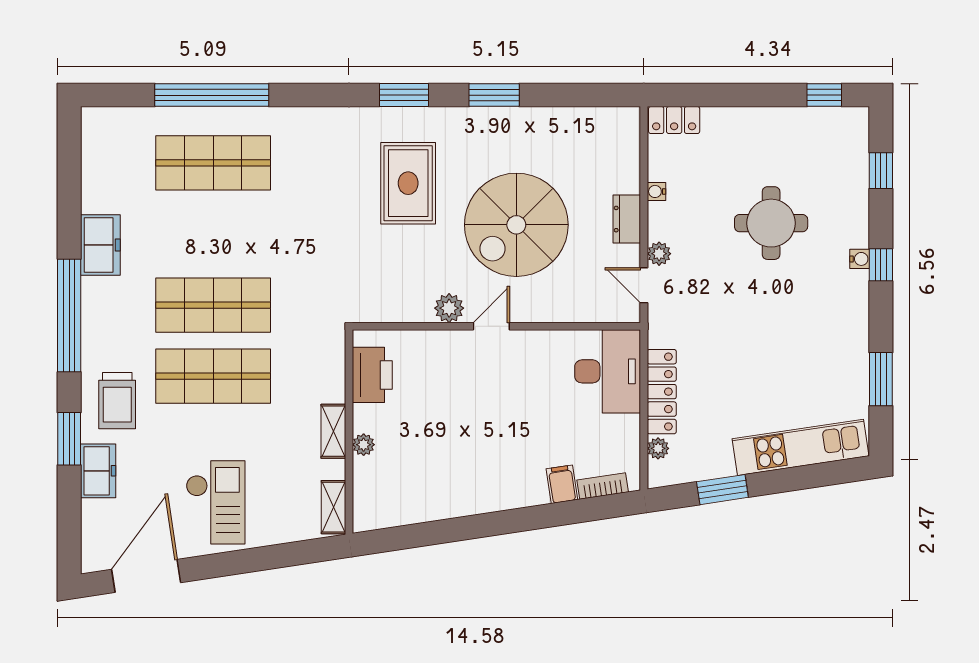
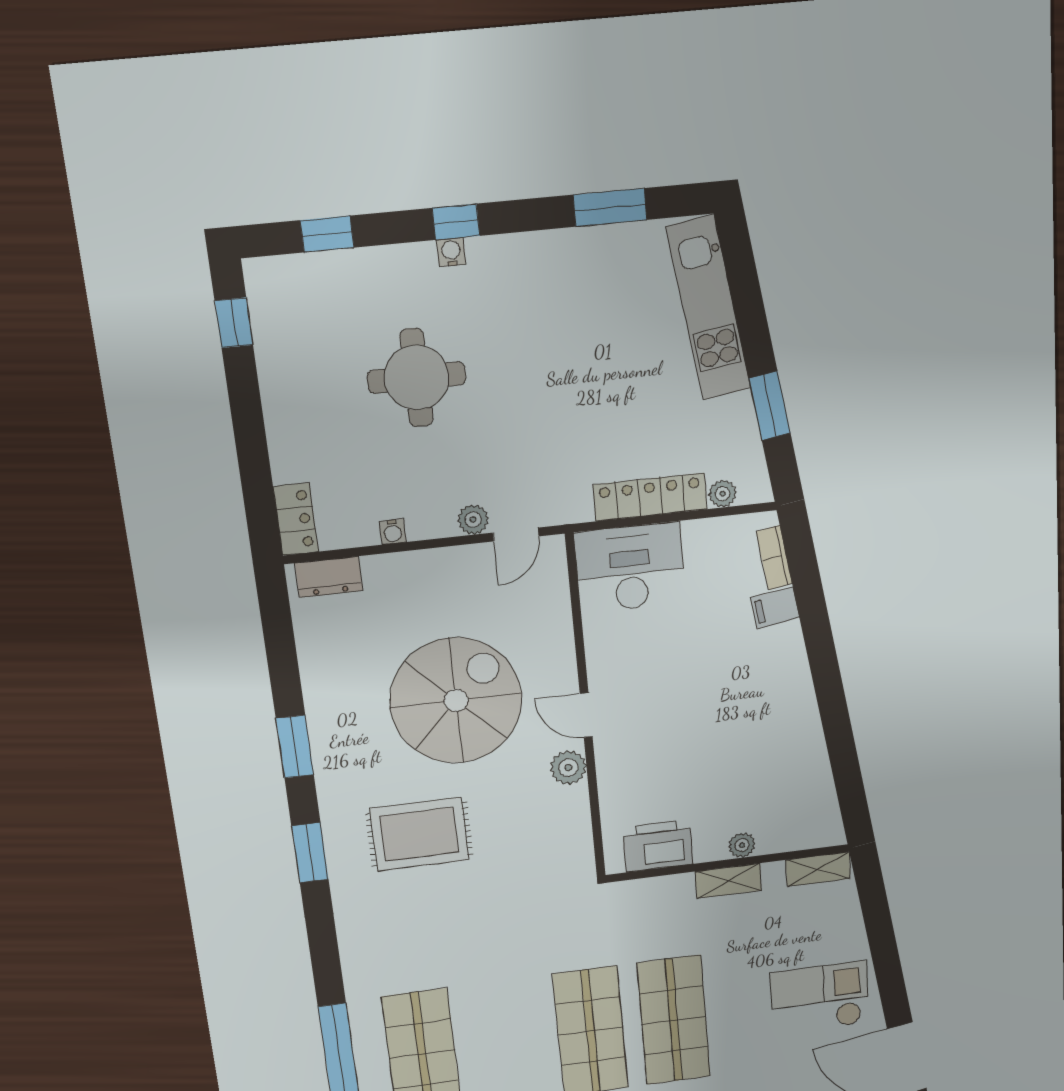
dresser: (627, 219) -> (329, 577), moved
spiral stairs: (516, 225) -> (456, 700), turned -90

